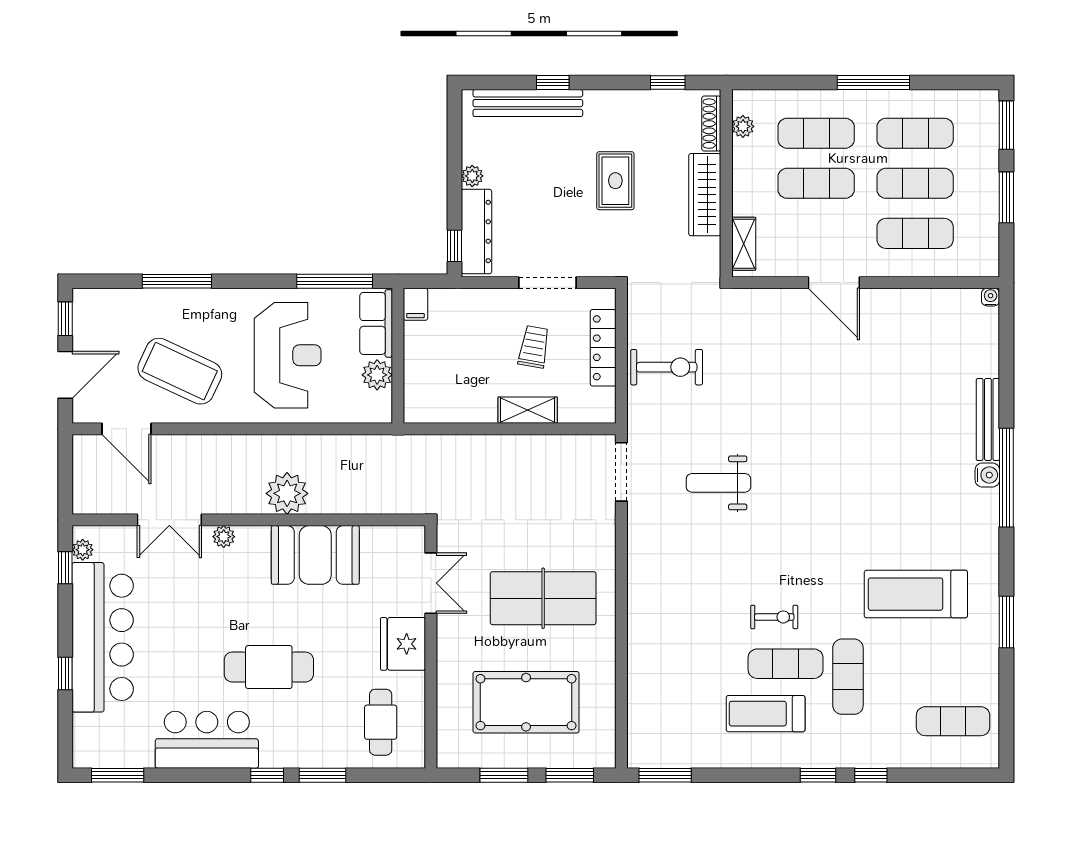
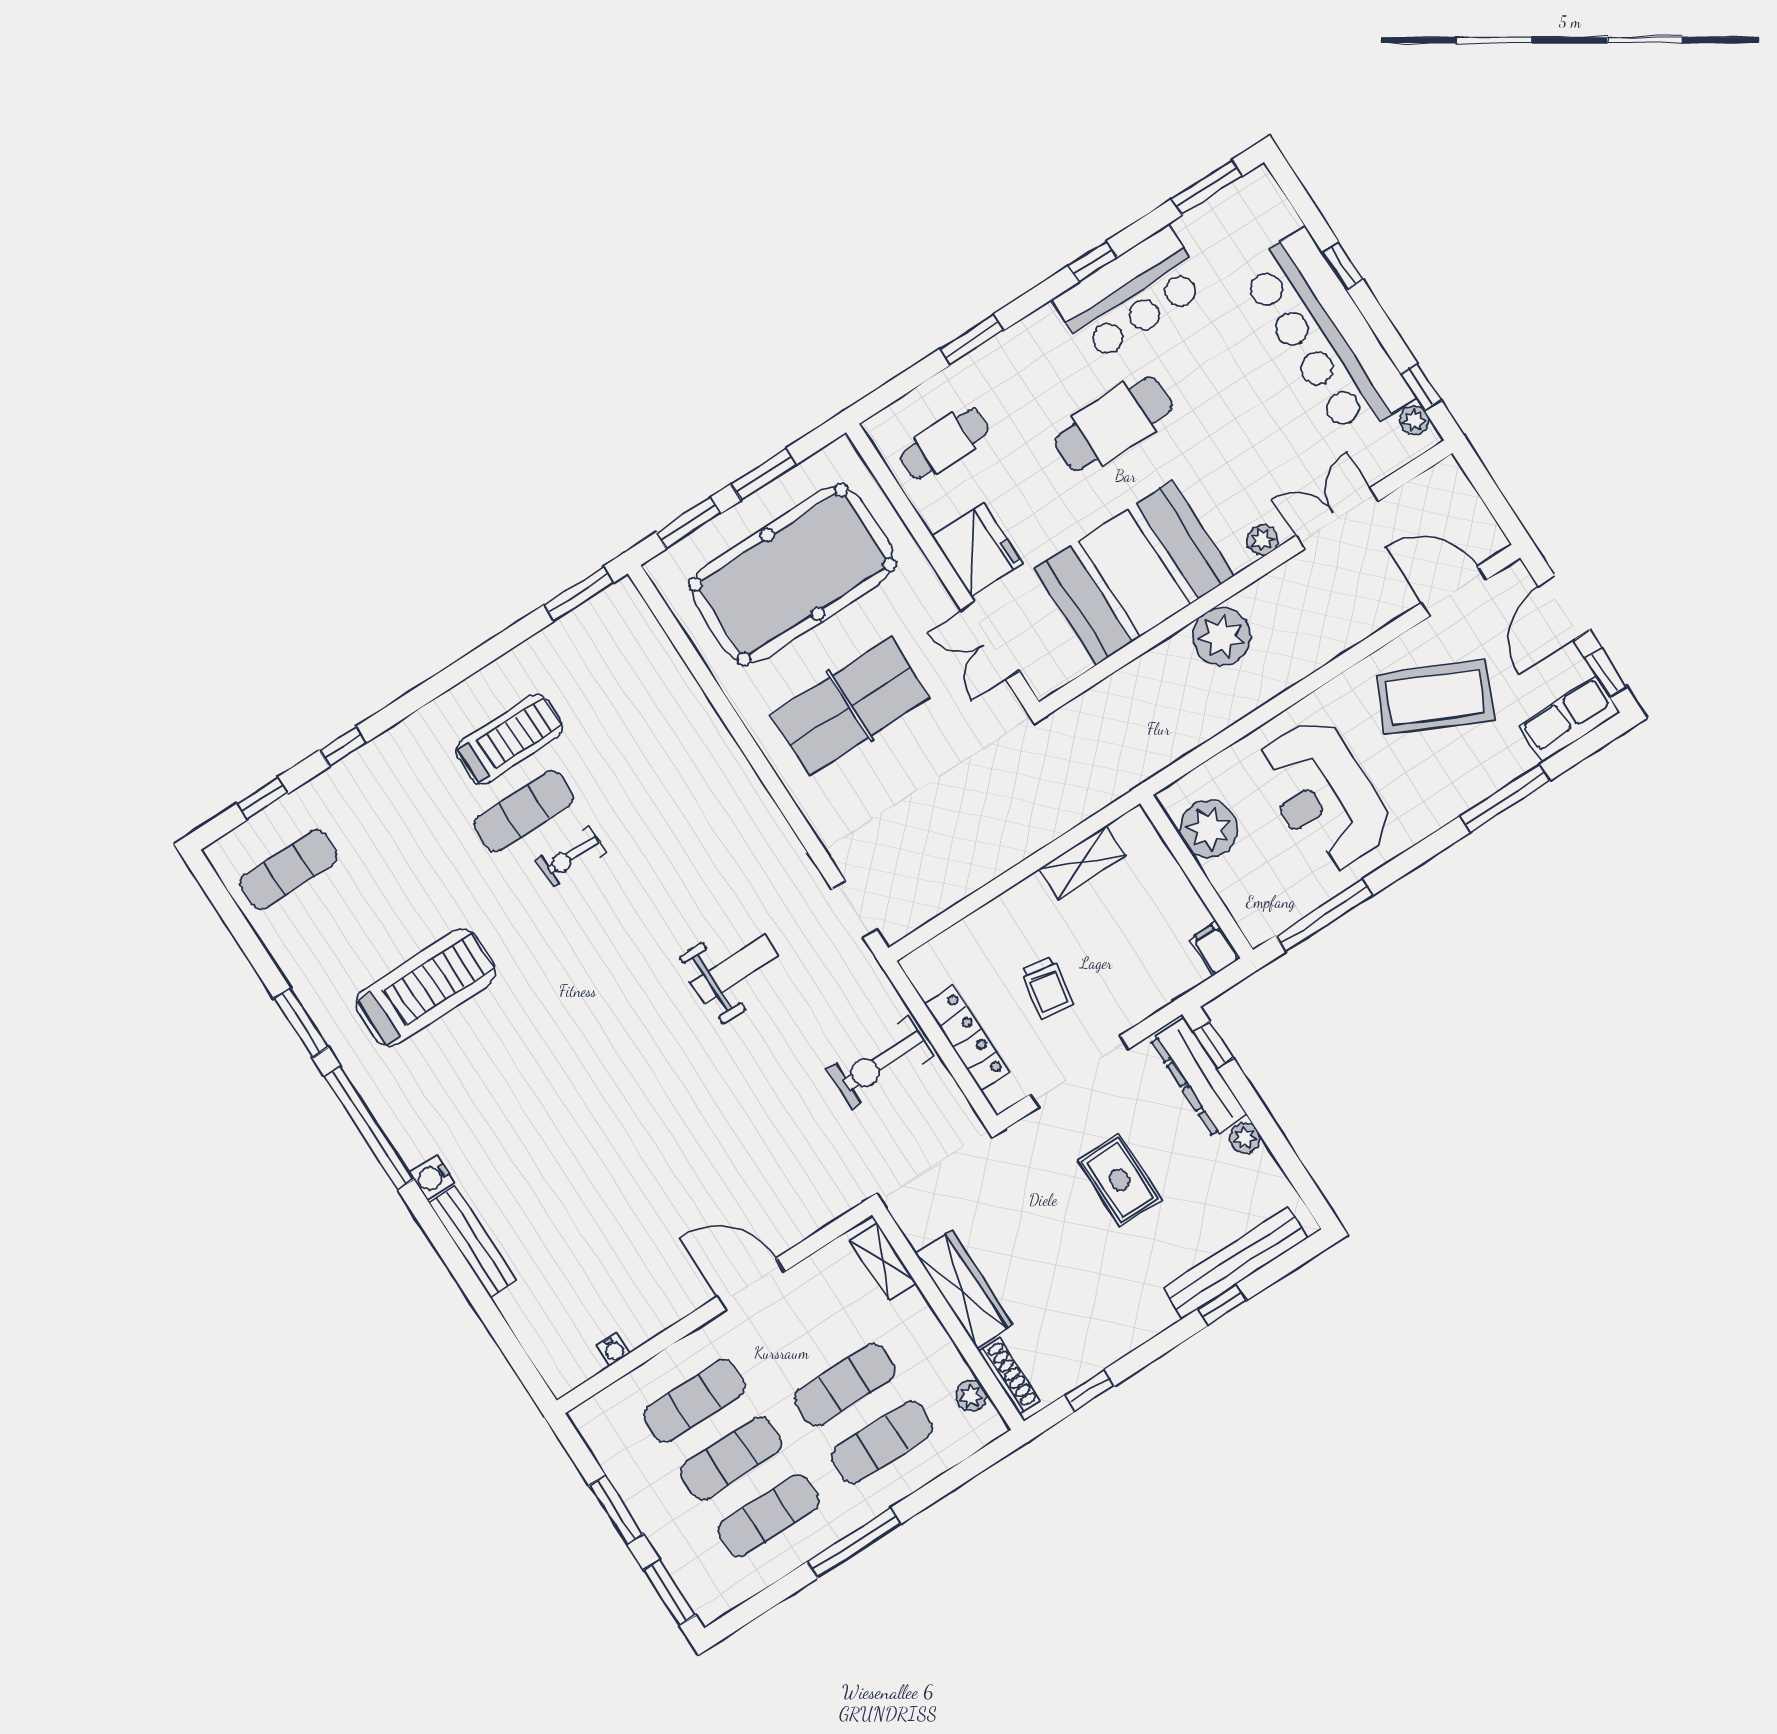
rug: (615, 181) -> (1120, 1180), moved
doorway: (548, 283) -> (1079, 1072), width x1.36
water cooler: (991, 297) -> (614, 1349), moved
row of seats: (376, 323) -> (1569, 719), moved, turned -90
plant: (377, 375) -> (1209, 829), width x1.36, depth x1.36
shelving: (528, 410) -> (1082, 862), moved
doorway: (621, 472) -> (854, 909), width x0.73
window: (1006, 478) -> (369, 1128), moved
booth: (315, 555) -> (1134, 573), width x1.36, depth x1.42
exercise mat: (848, 677) -> (442, 843), removed
pool table: (526, 702) -> (793, 574), width x1.36, depth x1.32
cafe table: (381, 722) -> (944, 443), turned 90
window: (267, 775) -> (1092, 261), moved
window: (818, 775) -> (262, 798), moved

